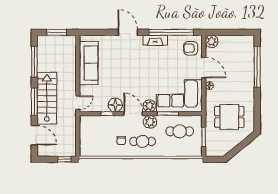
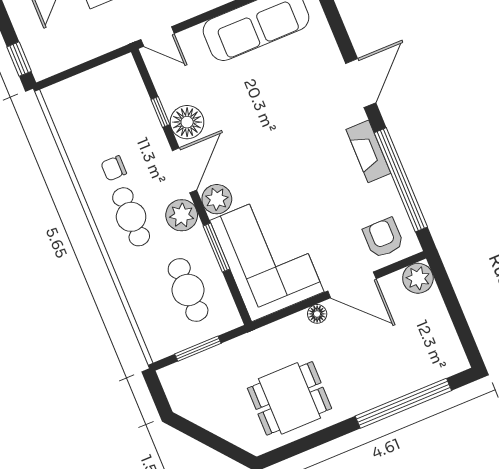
door: (204, 68) -> (352, 285), hinge flipped
dining table: (229, 117) -> (290, 398), moved, turned 90

